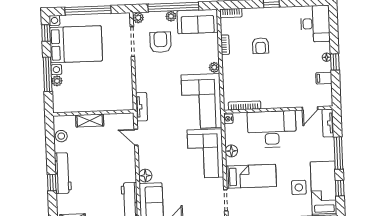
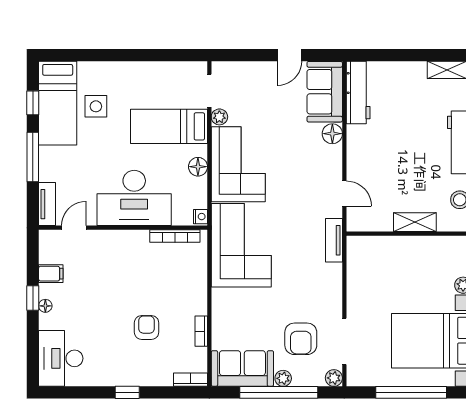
plant: (214, 67) -> (219, 117), moved

